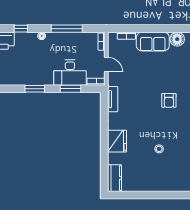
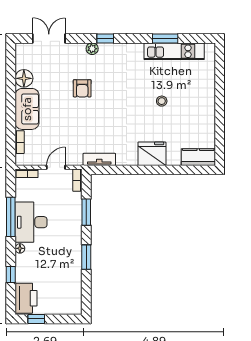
desk: (70, 73) -> (31, 222), moved, turned 180
armchair: (169, 100) -> (82, 88), moved, turned 90

